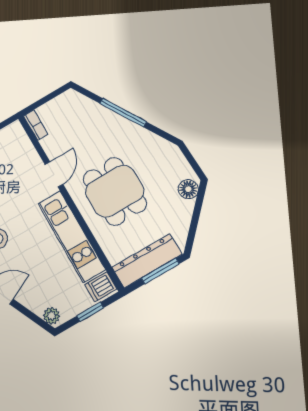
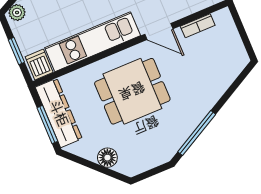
window: (123, 113) -> (197, 133), moved
bookcase: (36, 125) -> (198, 26), moved
floor lamp: (188, 189) -> (107, 158), moved

